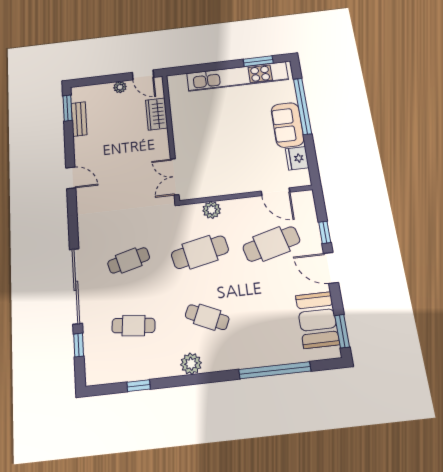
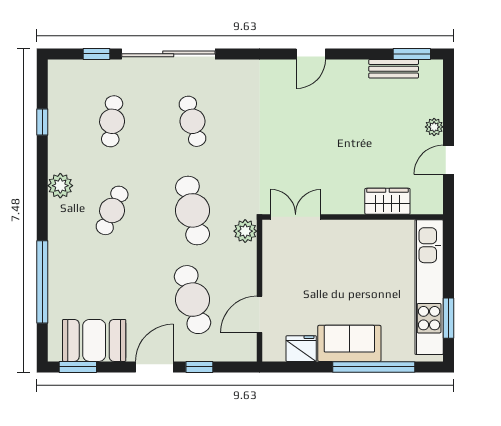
wardrobe: (157, 114) -> (387, 201), moved
wall: (171, 136) -> (353, 217), moved
double door: (175, 177) -> (296, 217), moved

